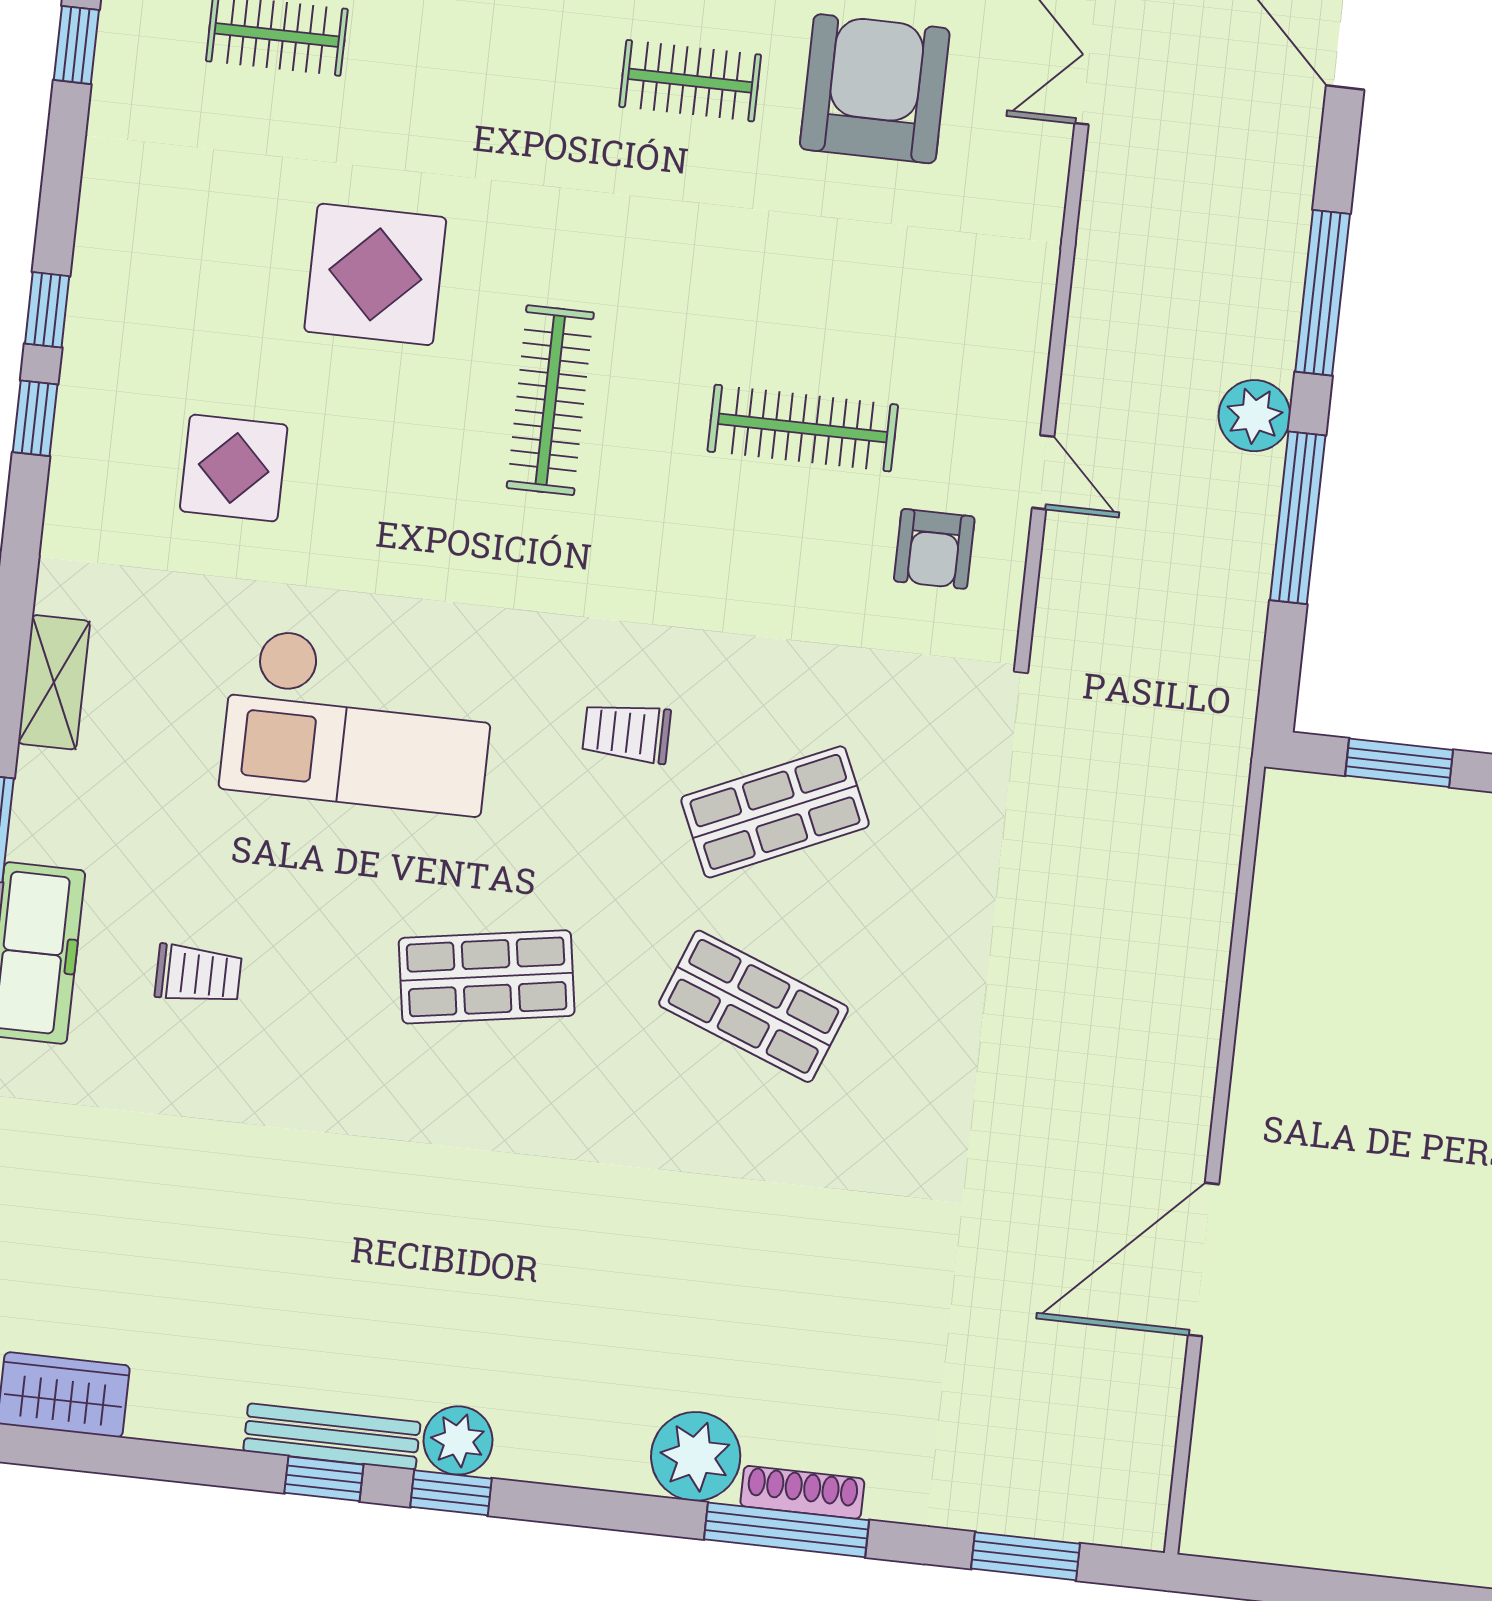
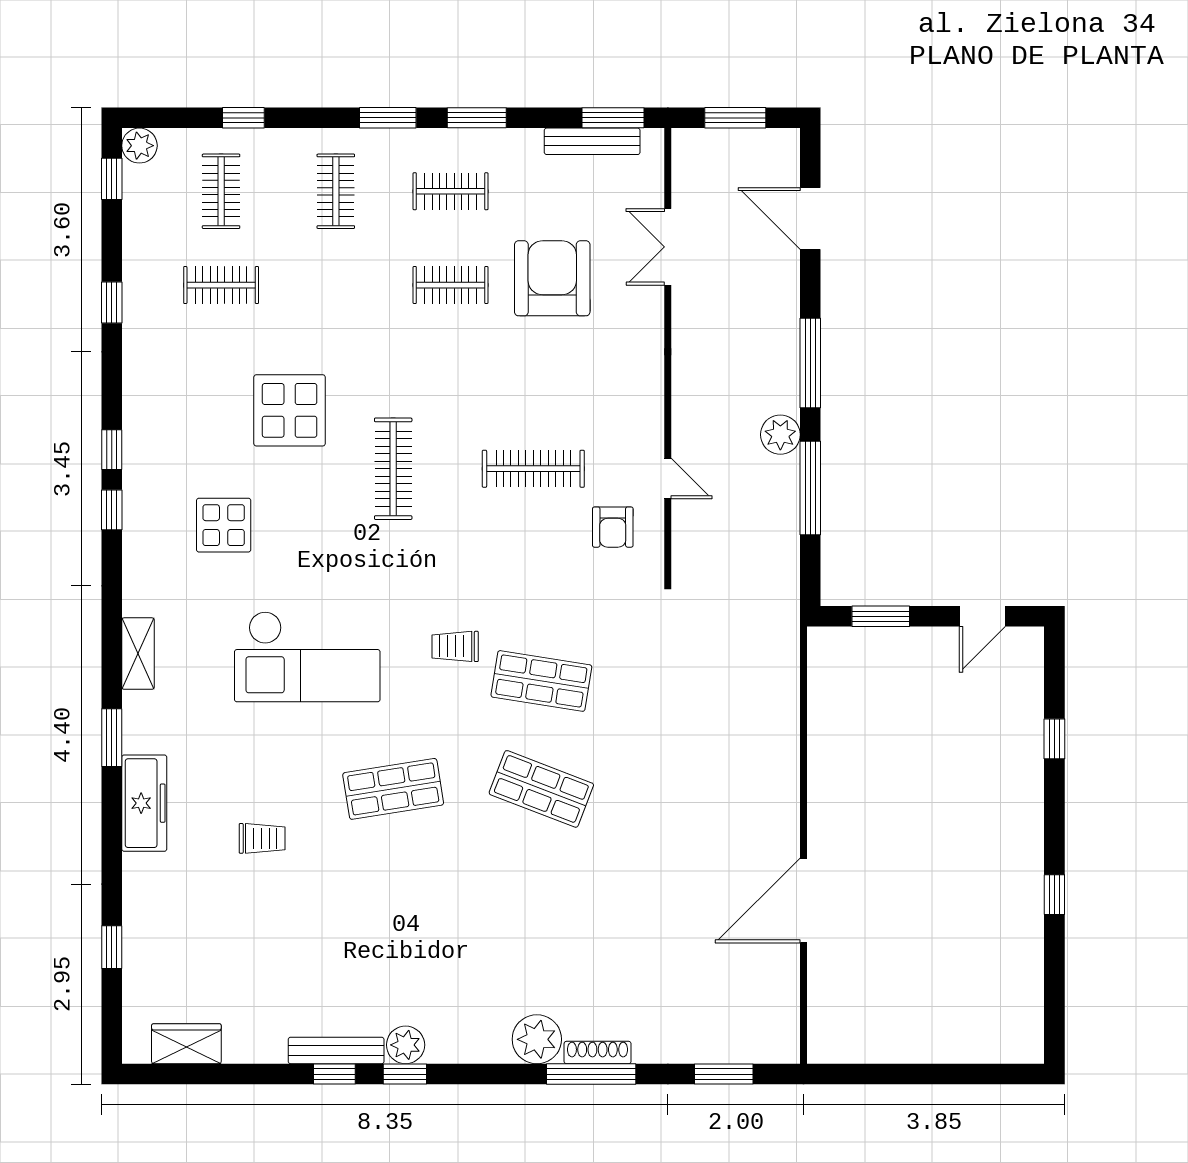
shop shelf: (775, 812) -> (541, 681), turned 33
trolley: (198, 974) -> (262, 838), moved

